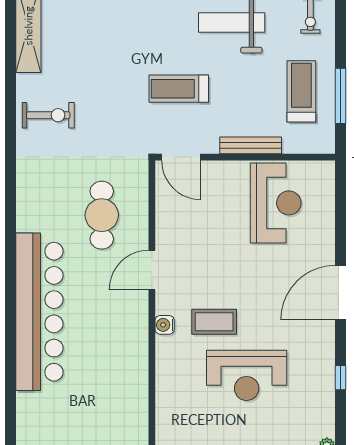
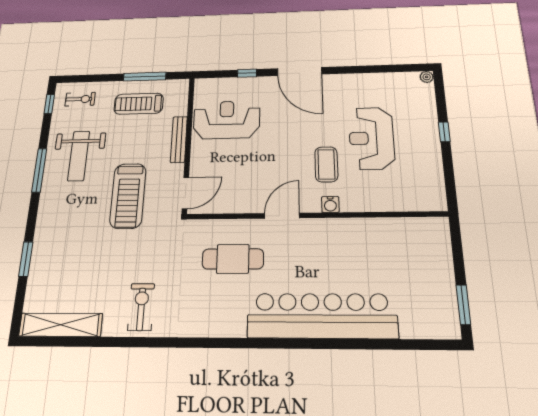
treadmill: (179, 89) -> (128, 196), width x1.37, depth x1.38
door: (152, 270) -> (282, 216), swing flipped
reception desk: (247, 375) -> (371, 138), turned 180
window: (340, 378) -> (247, 73), moved

